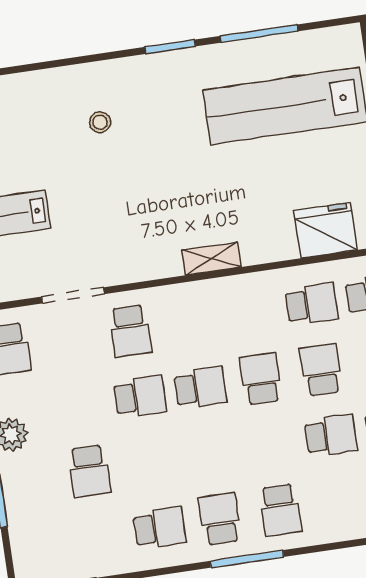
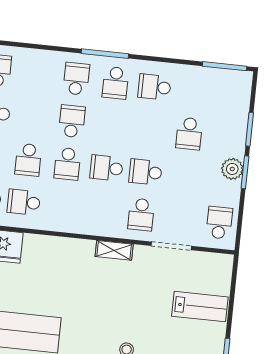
shelving: (211, 259) -> (114, 250), moved
school desk: (130, 331) -> (141, 215), turned 180
school desk: (331, 435) -> (72, 121), moved, turned 90
school desk: (89, 471) -> (189, 134), turned 180

